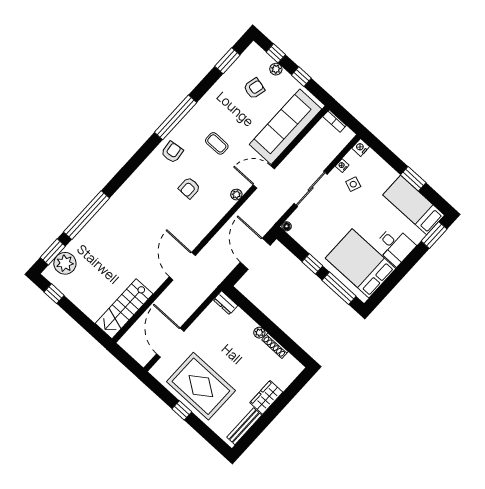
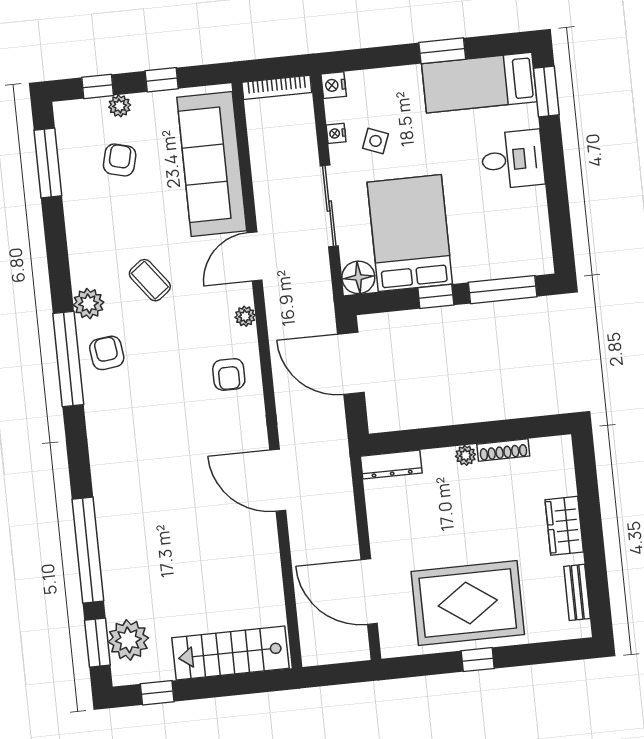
window: (227, 61) -> (48, 163), width x1.44
window: (176, 117) -> (68, 359), moved
bookcase: (335, 121) -> (277, 87), width x1.56
plant: (186, 127) -> (89, 304), added
coffee table: (217, 143) -> (150, 280), turned 53
armchair: (189, 188) -> (229, 374), moved
floor lamp: (287, 226) -> (358, 277), width x1.89, depth x1.89
bed: (360, 263) -> (410, 233), moved, turned 90
dresser: (226, 303) -> (391, 465), width x1.44
stairs: (124, 309) -> (231, 653), moved, turned 90
bench: (244, 426) -> (577, 592), width x0.73

